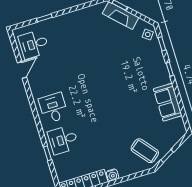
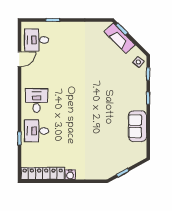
coffee table: (145, 151) -> (105, 162), removed

